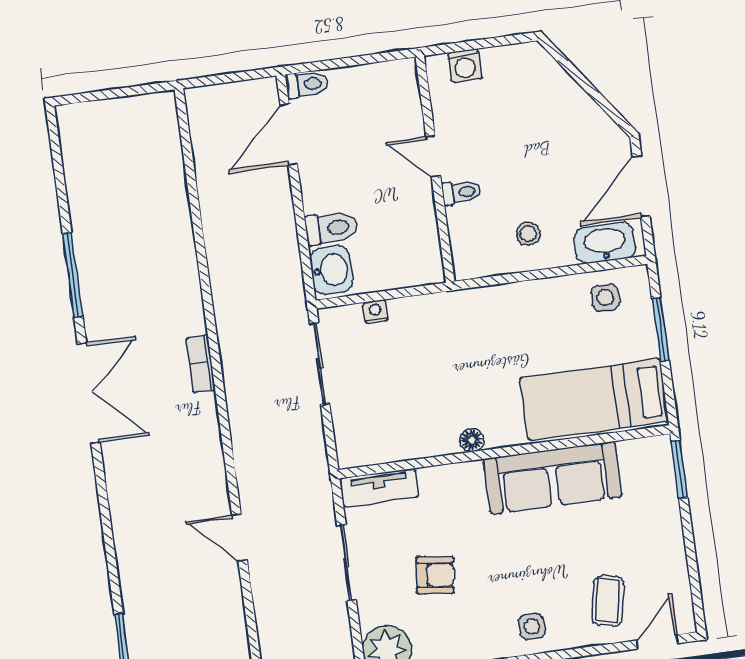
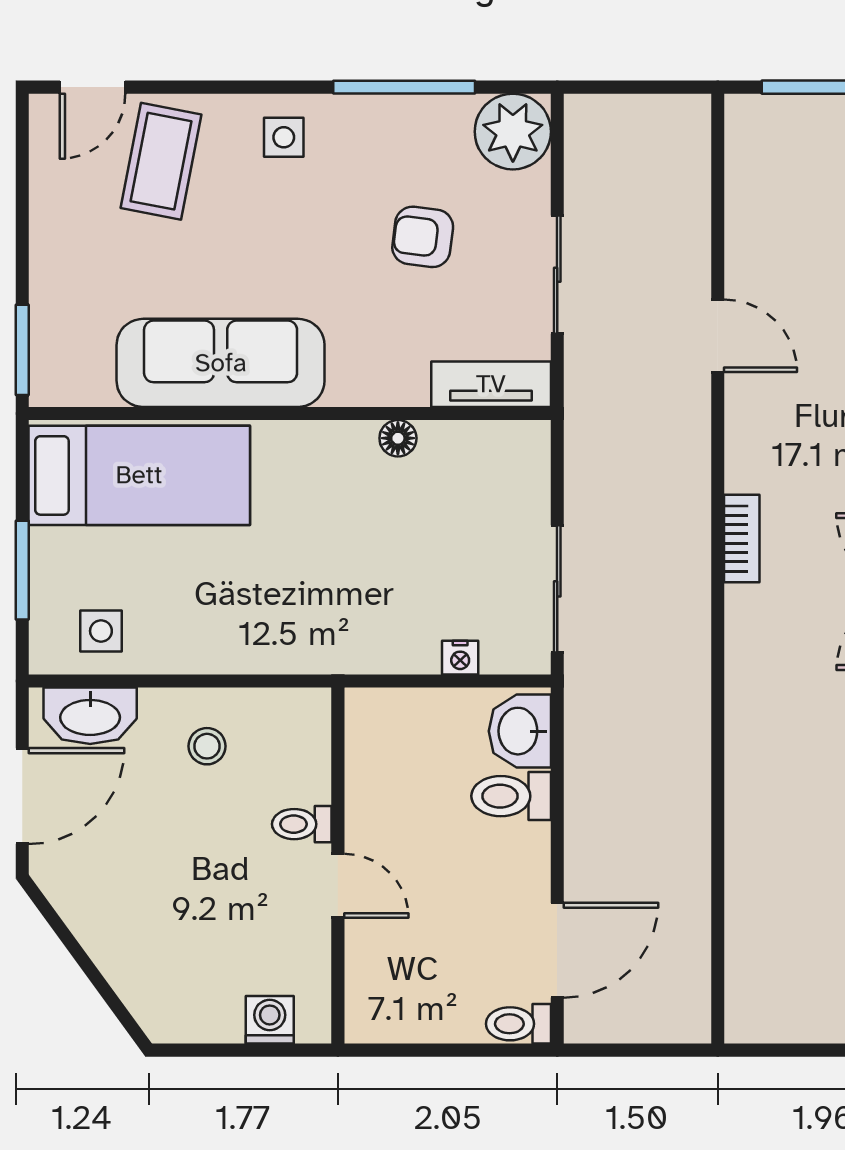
bookcase: (201, 364) -> (742, 539), moved
floor lamp: (472, 440) -> (398, 438), moved
coffee table: (608, 601) -> (161, 161), width x1.36, depth x1.30

